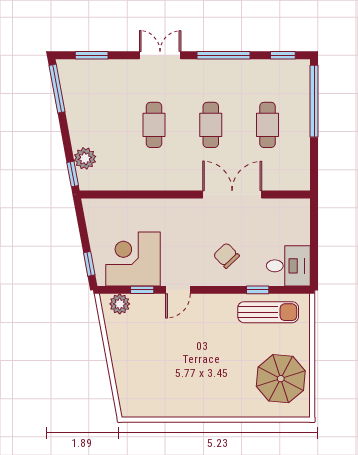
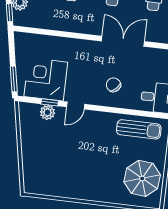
window: (89, 264) -> (14, 79), width x1.50
window: (258, 290) -> (133, 112), removed
plant: (120, 304) -> (47, 112), moved

